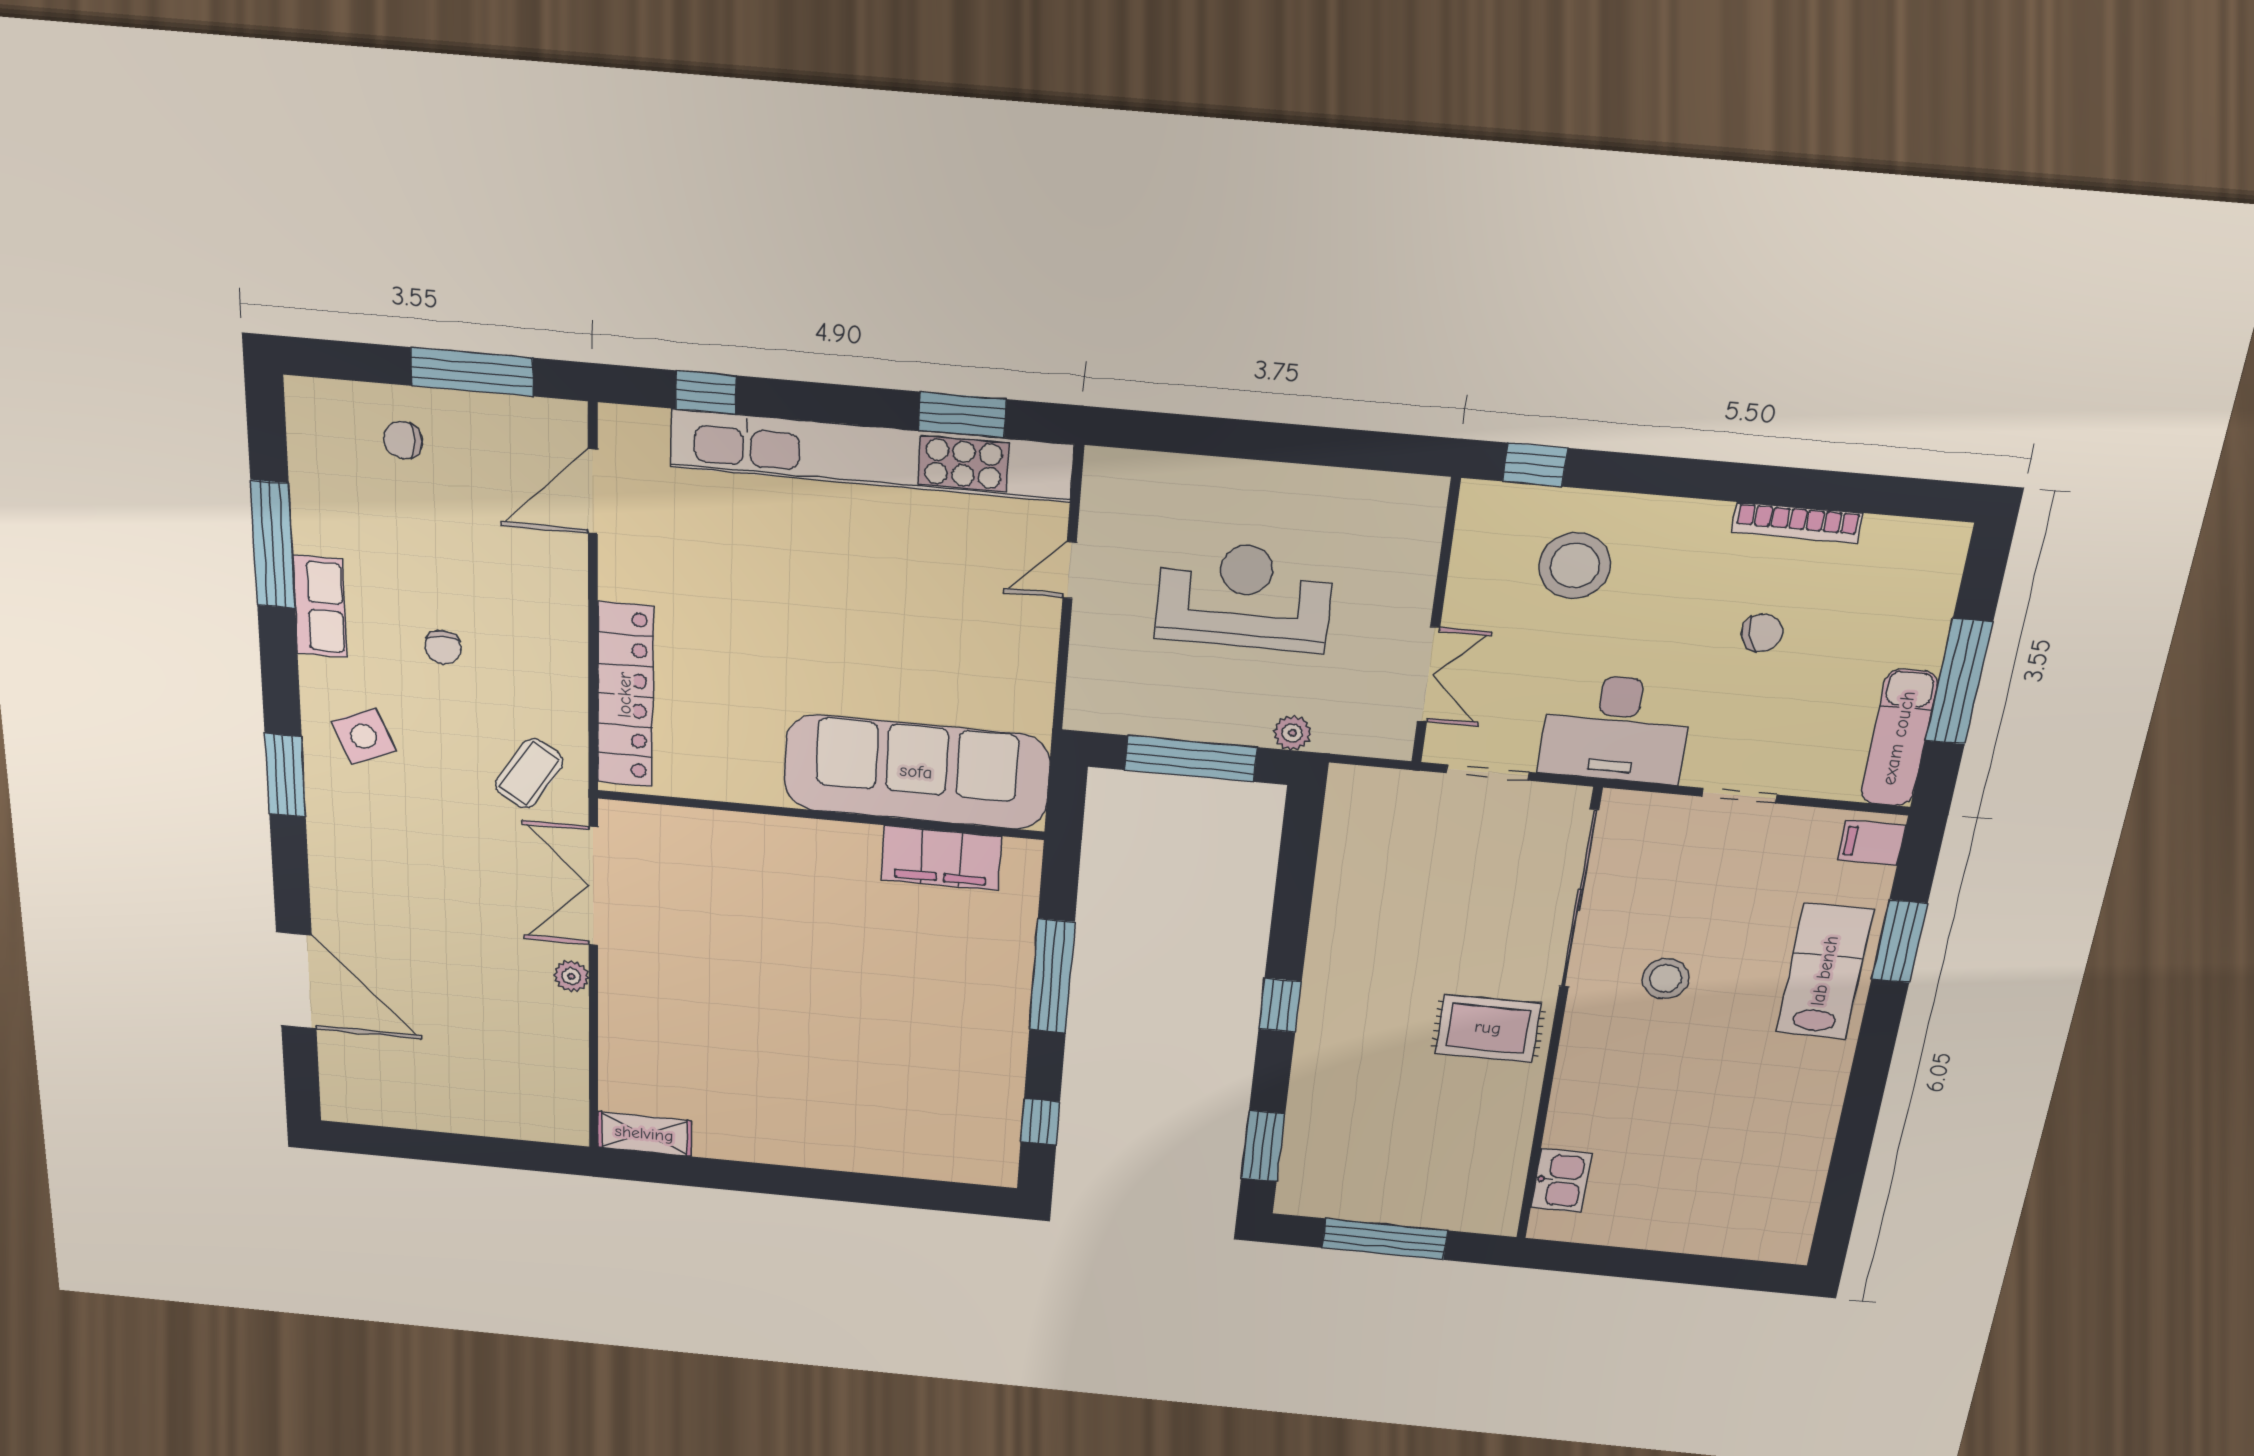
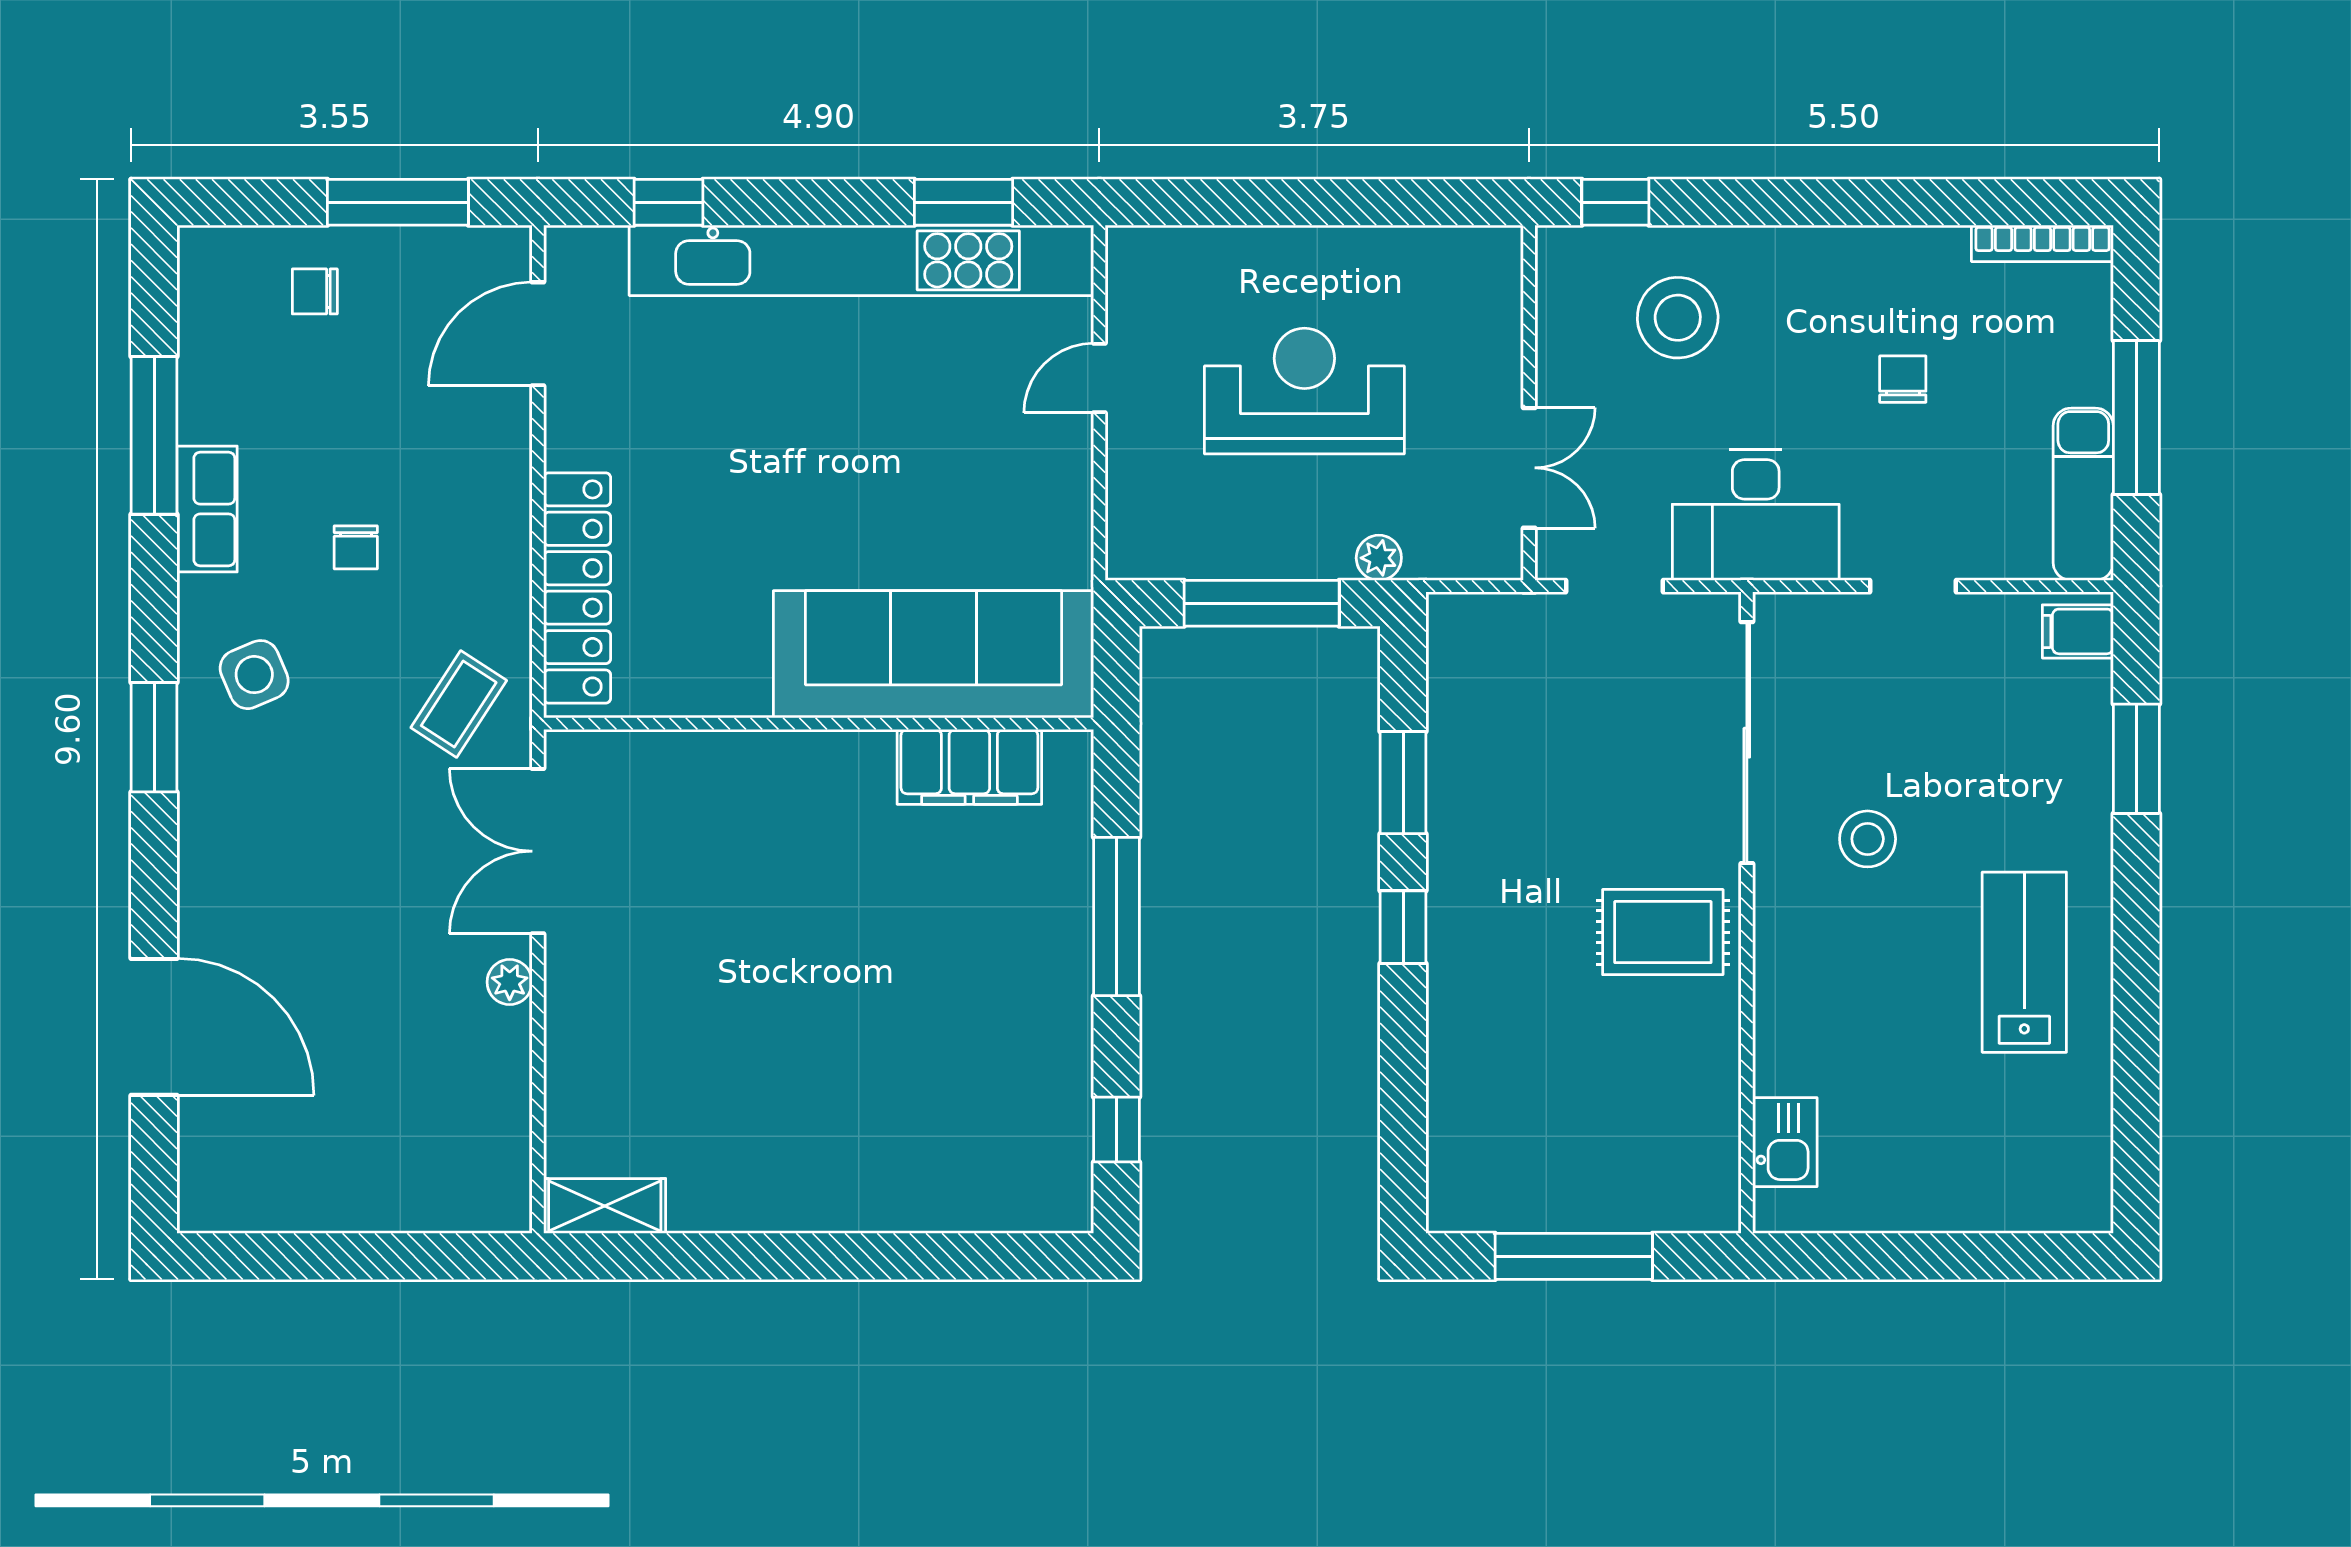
bookcase: (1797, 523) -> (2042, 243), moved
chair: (1762, 633) -> (1903, 379), turned -73
lab bench: (1825, 971) -> (2024, 962), moved
window: (1263, 1146) -> (1403, 783), moved

